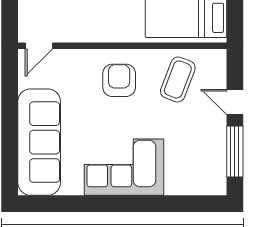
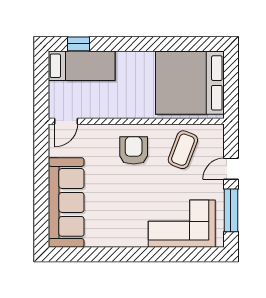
door: (235, 102) -> (231, 169), hinge flipped
corner sofa: (124, 167) -> (182, 224), moved

